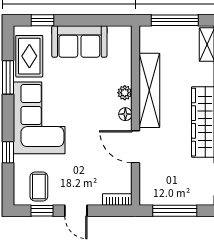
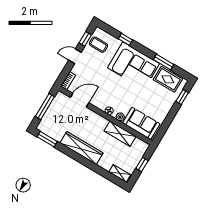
window: (175, 20) -> (142, 164), width x0.46
sofa: (79, 41) -> (141, 123), moved, turned 90
shelving: (149, 90) -> (120, 134), width x0.68
door: (136, 147) -> (80, 100), moved

